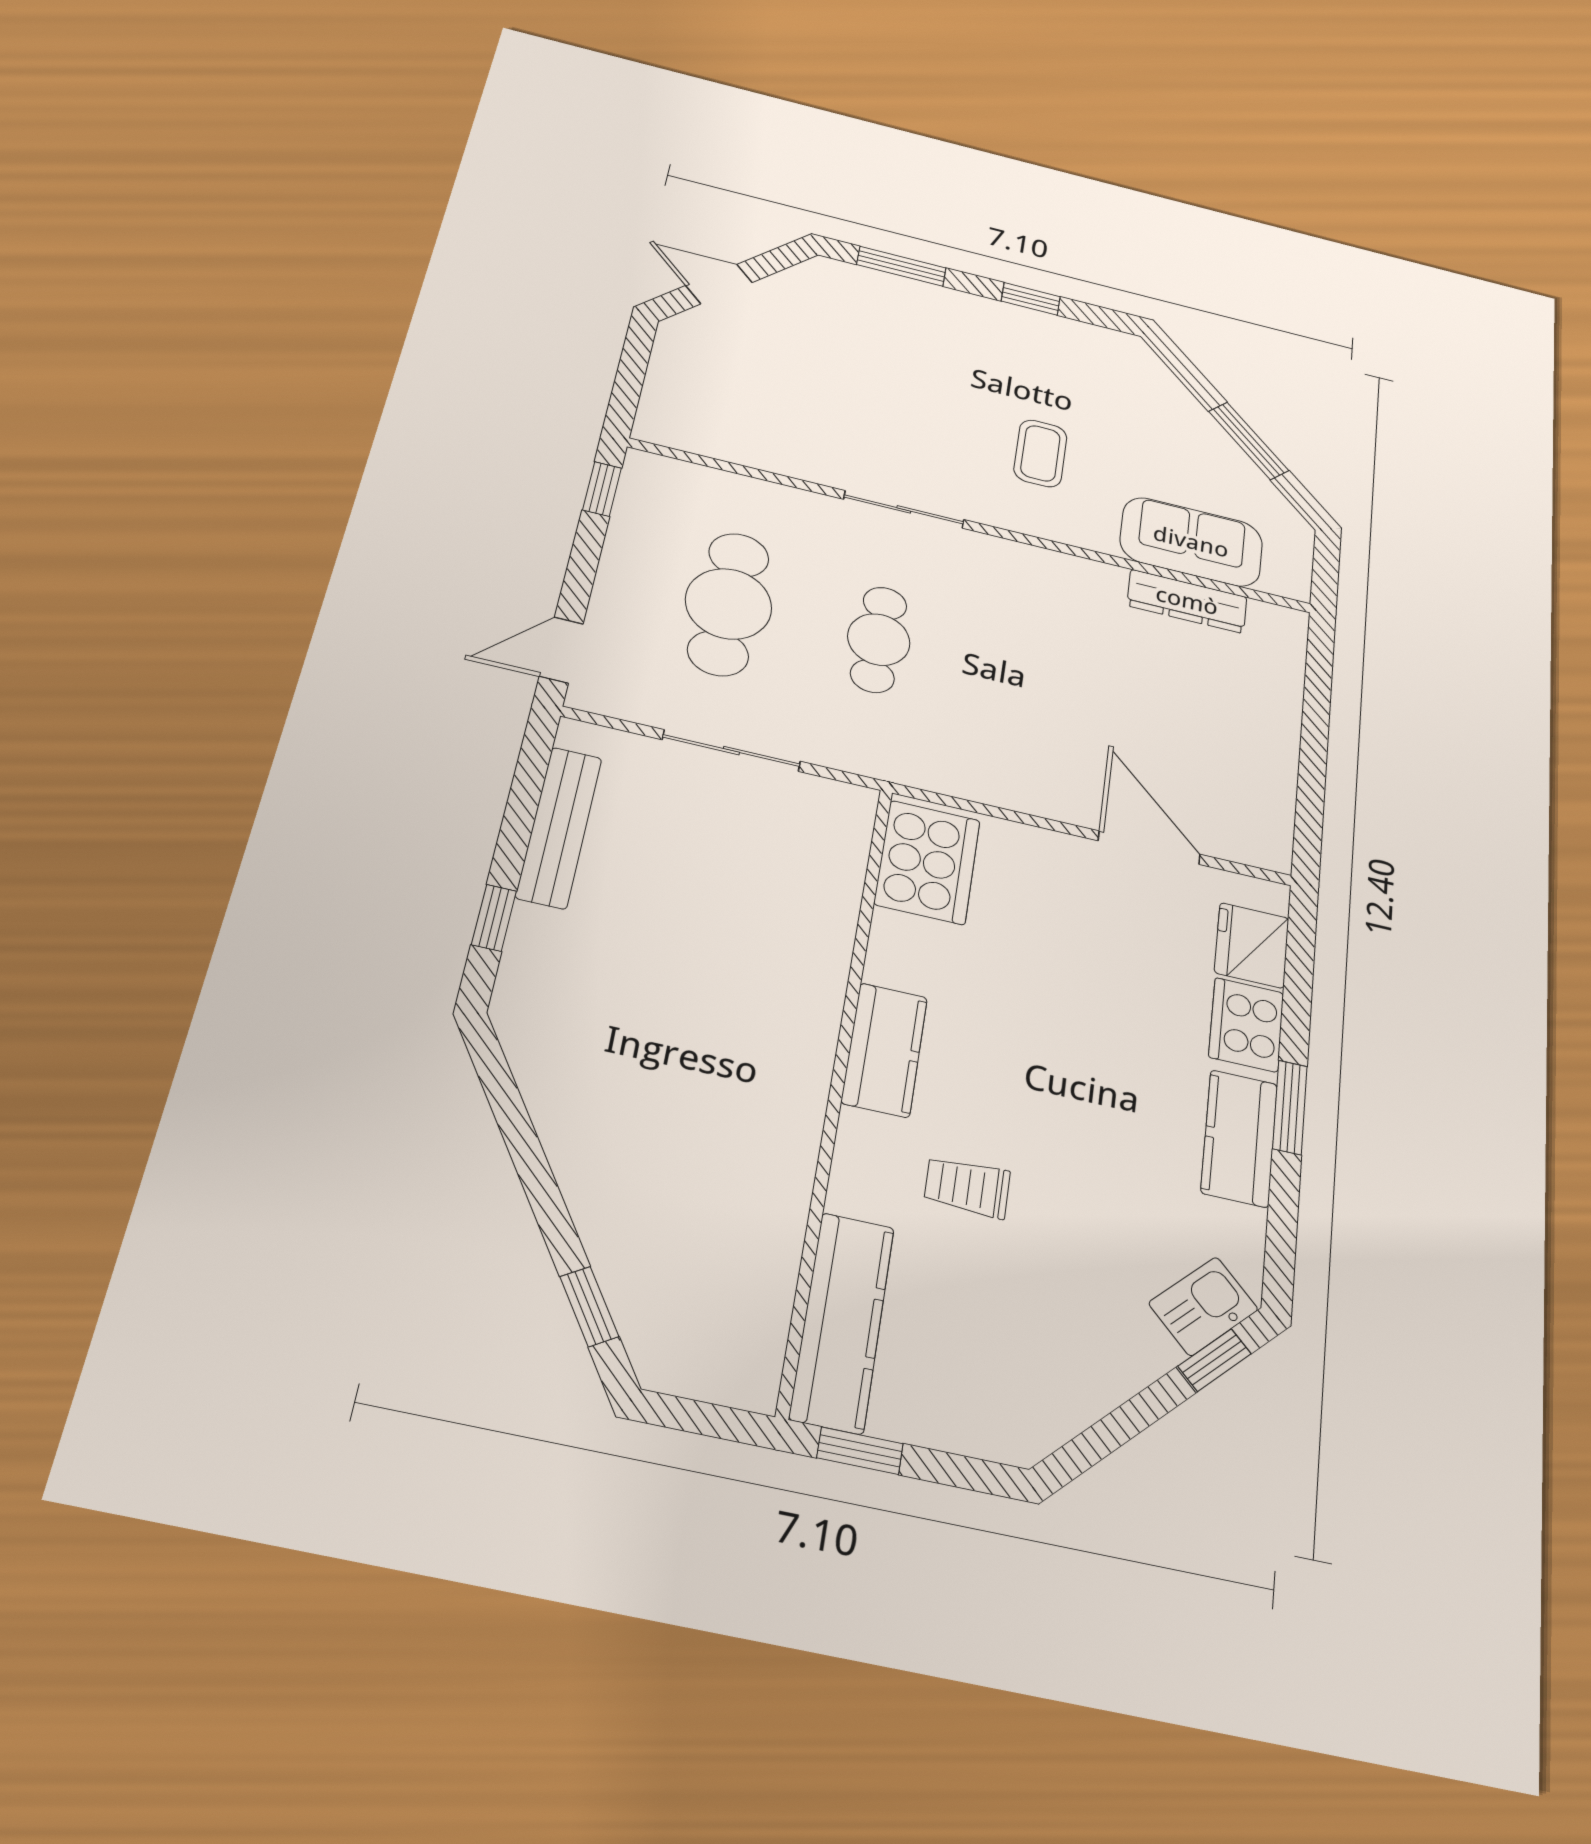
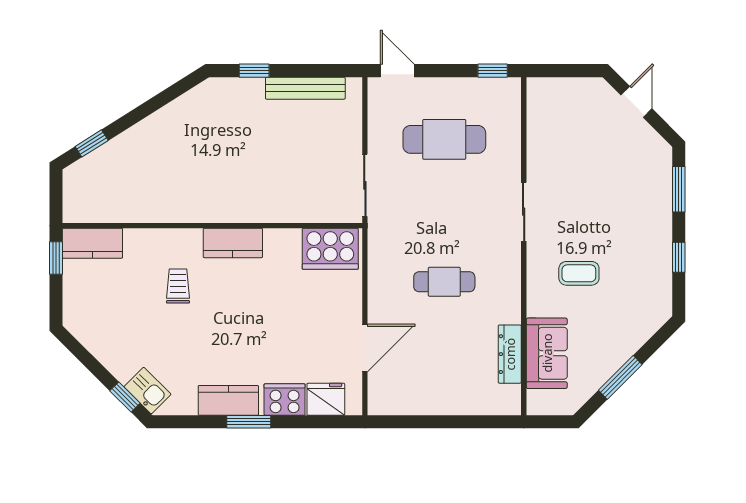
cafe table: (879, 640) -> (444, 282), moved
sliding door: (731, 751) -> (365, 185), moved
kitchen counter: (842, 1322) -> (92, 243), width x0.67

